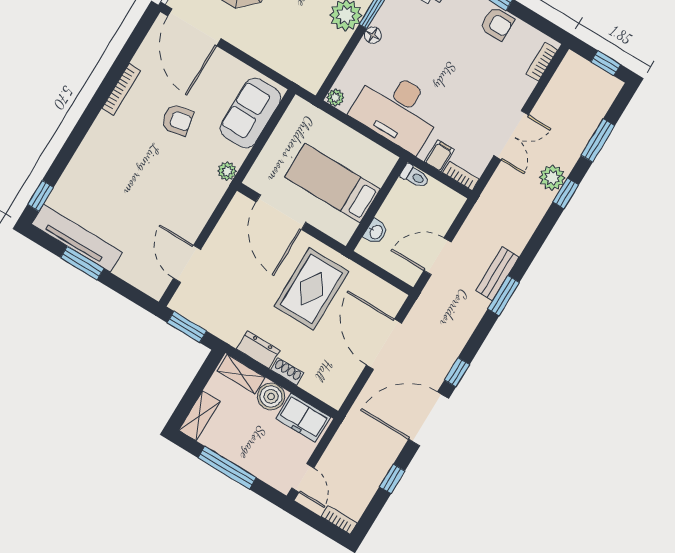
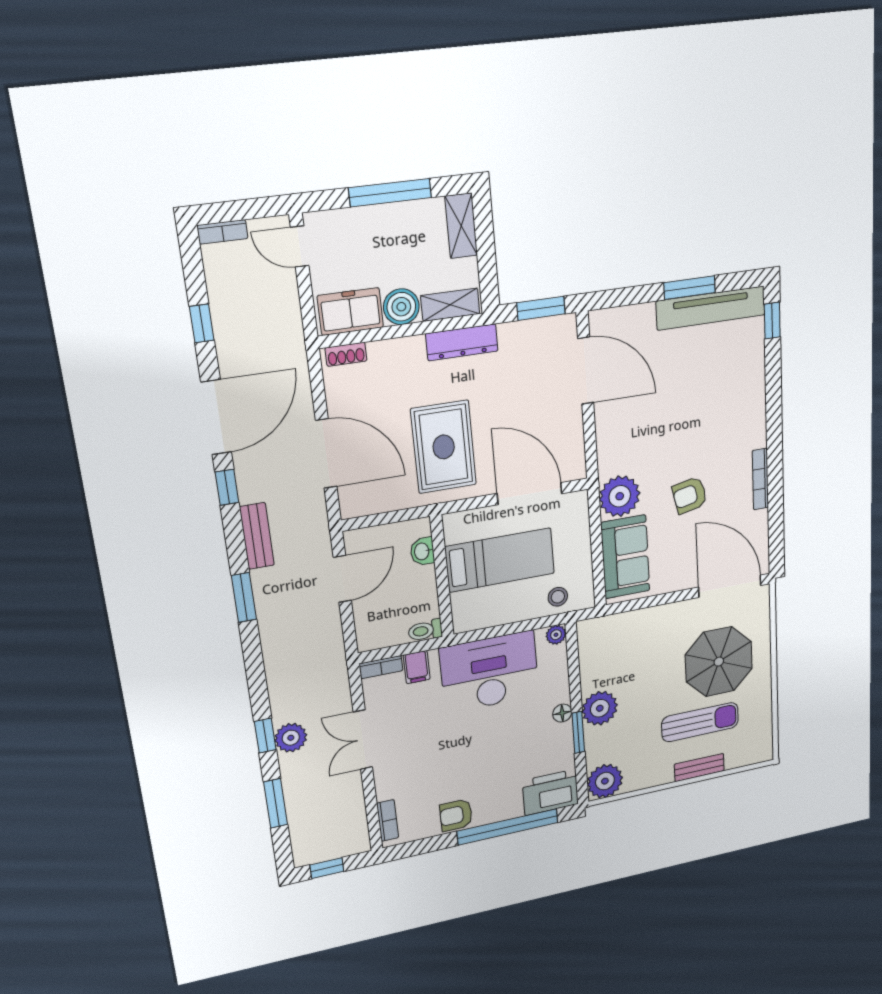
stool: (315, 124) -> (558, 597), added
plant: (227, 171) -> (620, 496), width x1.88, depth x1.88
door: (187, 264) -> (586, 371), width x1.36
bench: (497, 274) -> (257, 536), moved
dresser: (258, 350) -> (462, 342), width x1.44
shoe rack: (287, 371) -> (346, 354), moved

